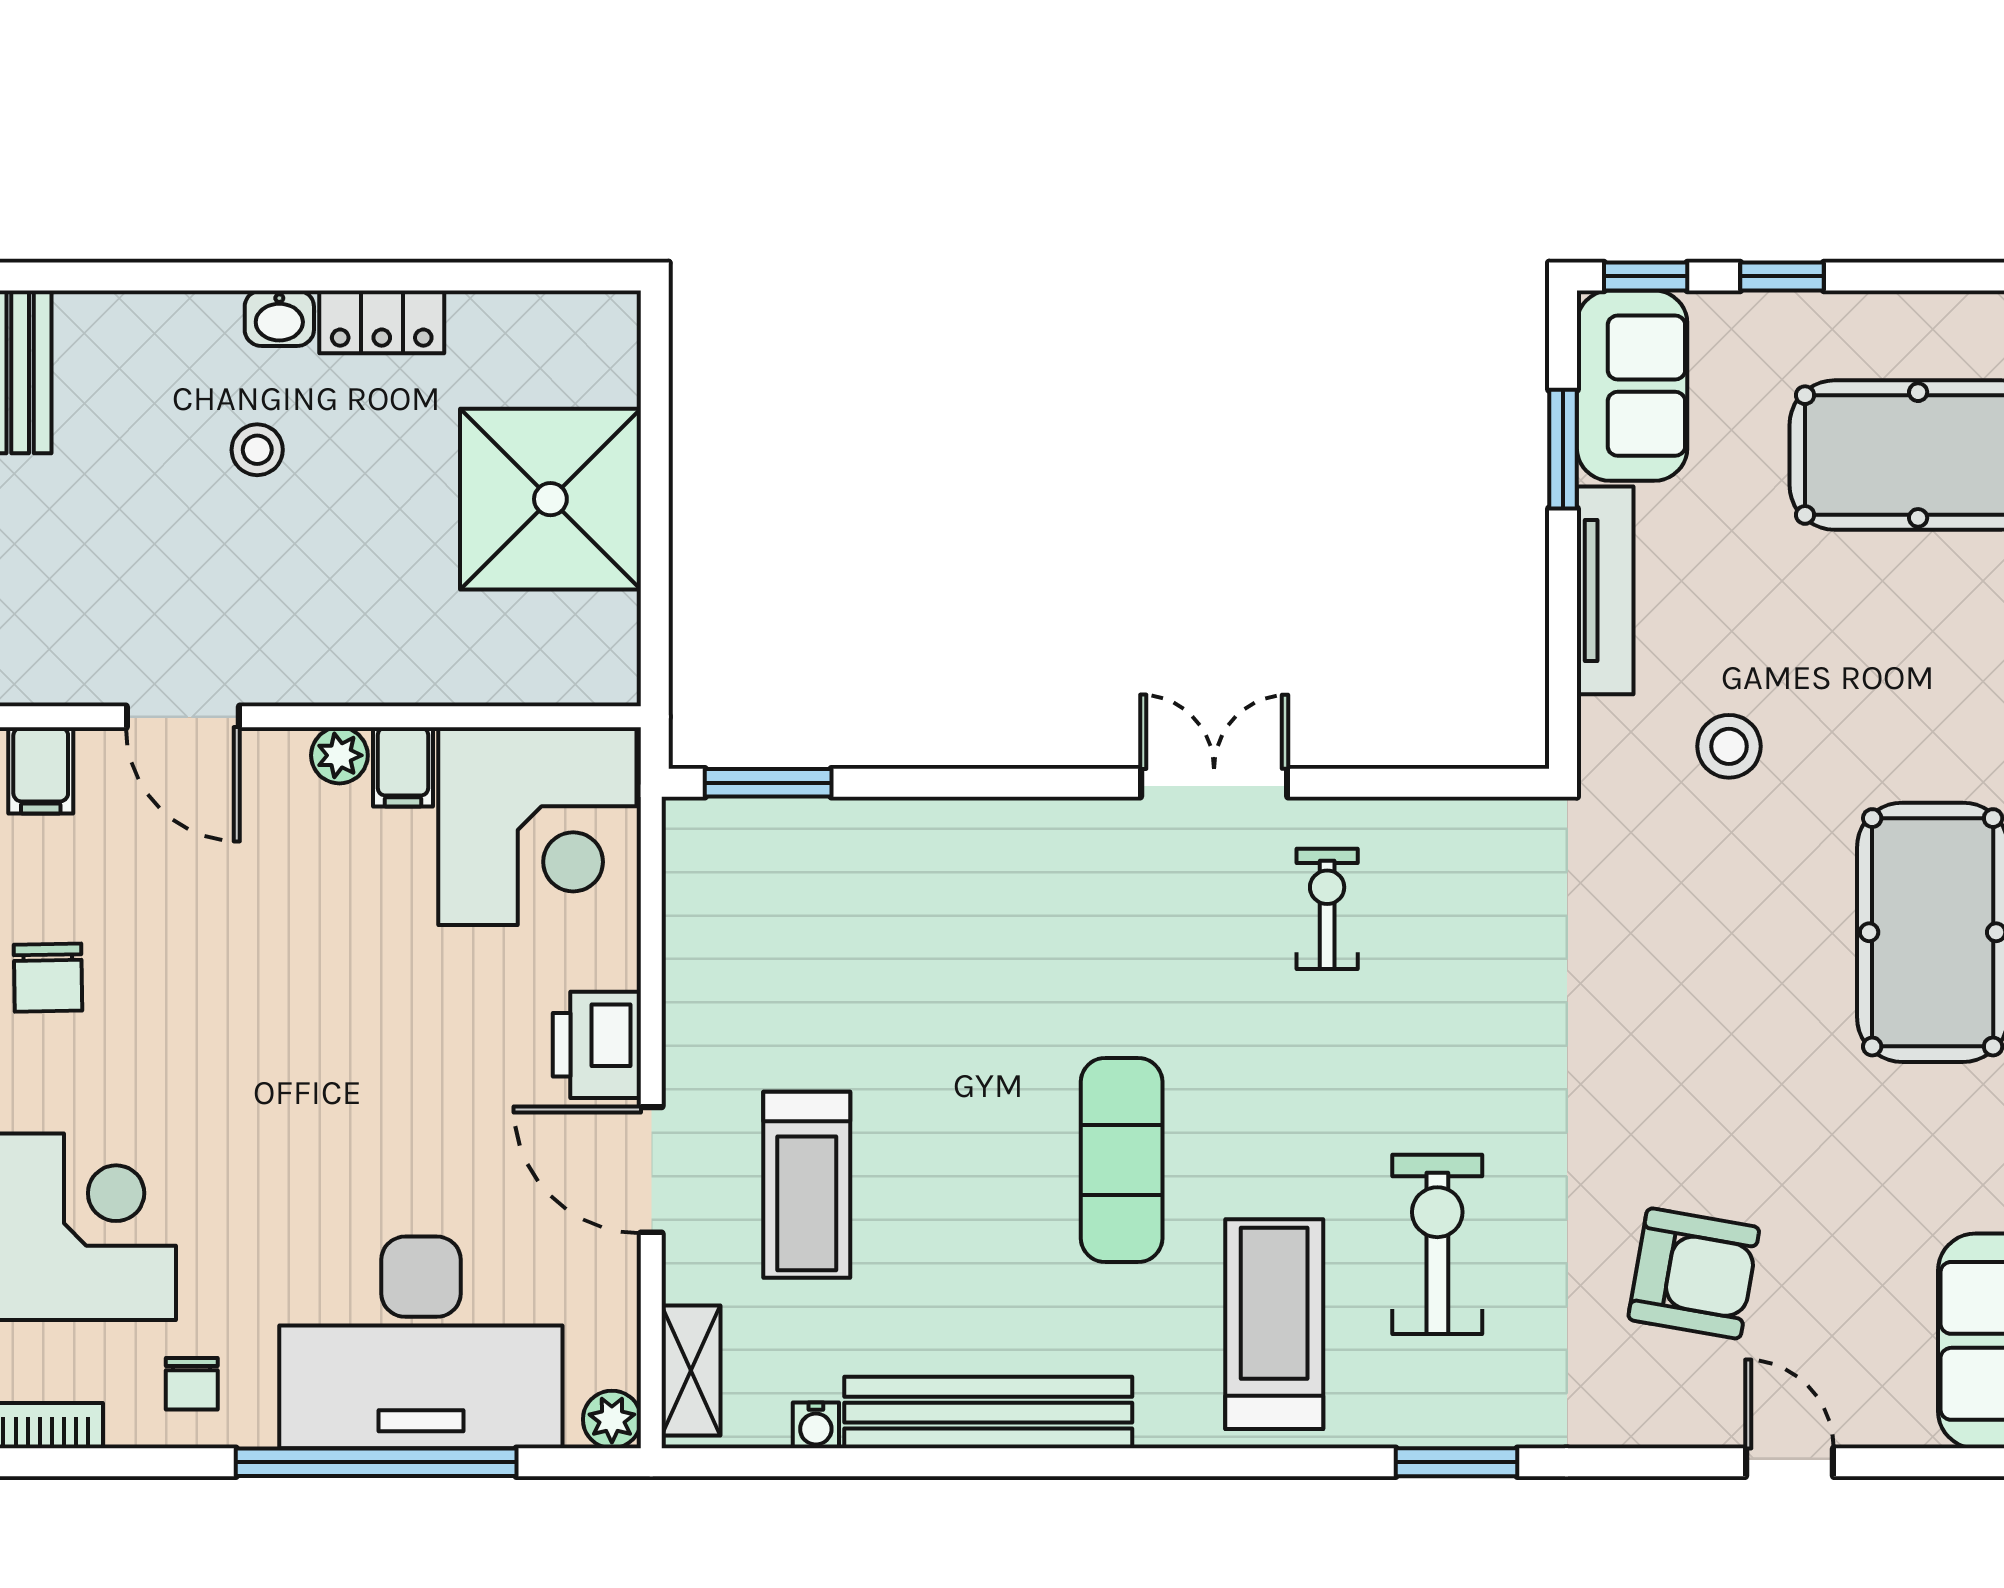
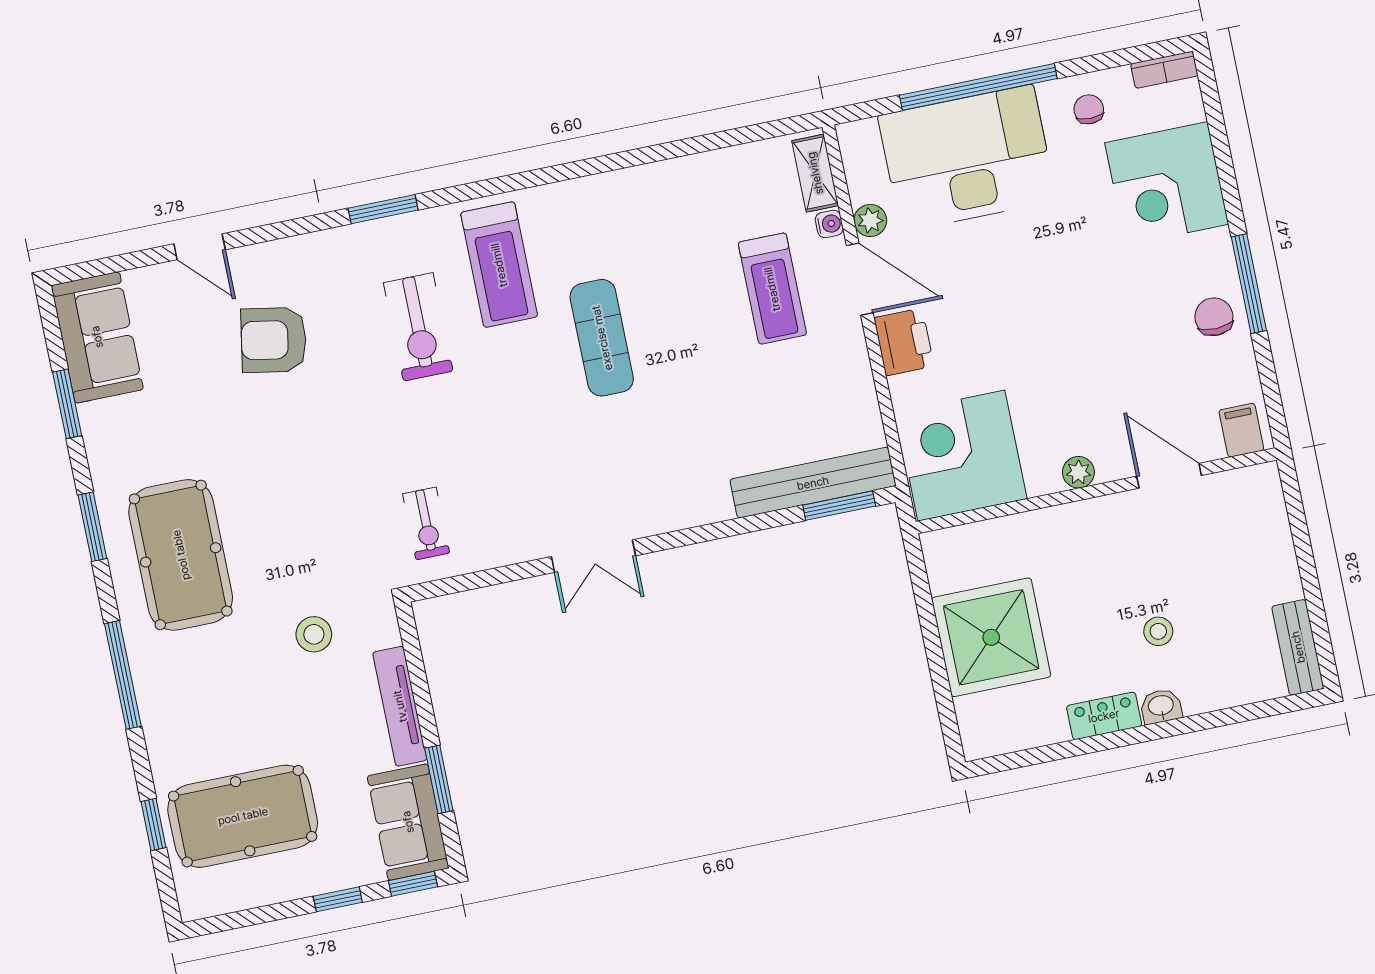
filing cabinet: (403, 767) -> (1042, 473), removed
exercise bike: (1327, 909) -> (426, 523), moved
treadmill: (807, 1185) -> (772, 289), turned 180
bench: (988, 1413) -> (813, 483), moved
plant: (612, 1419) -> (870, 220), moved
water cooler: (816, 1425) -> (829, 224), moved, turned 90

